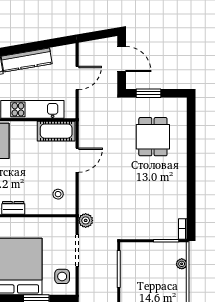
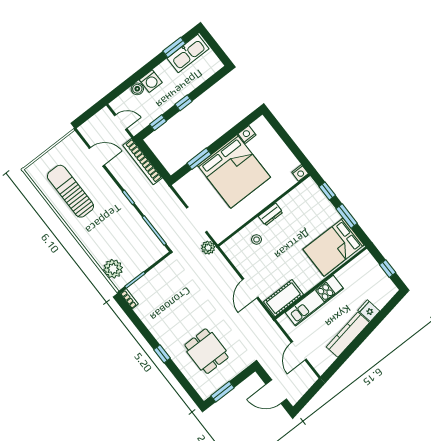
window: (148, 93) -> (223, 392), moved
window: (191, 163) -> (162, 354), added
stool: (58, 194) -> (257, 240), moved
plant: (182, 264) -> (113, 269), width x1.87, depth x1.87
side table: (62, 276) -> (193, 191), removed

